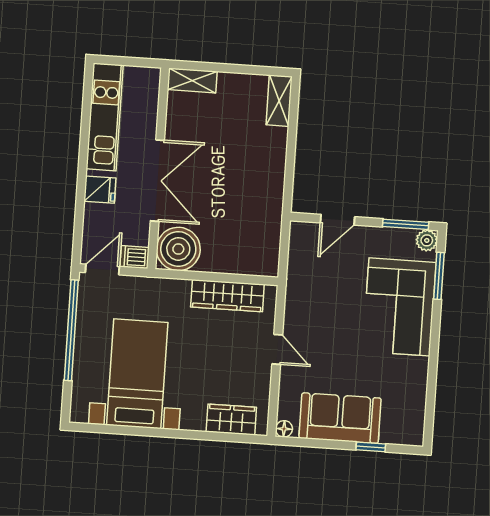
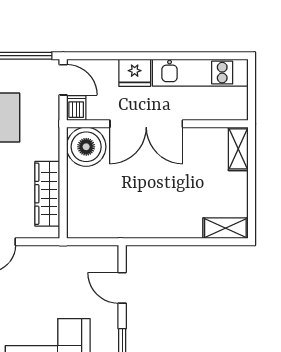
fridge: (100, 190) -> (135, 73), width x1.38

